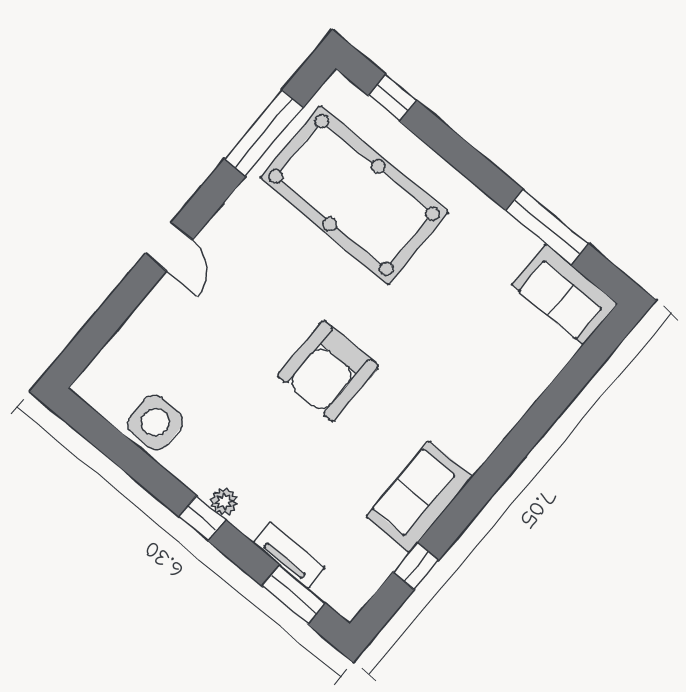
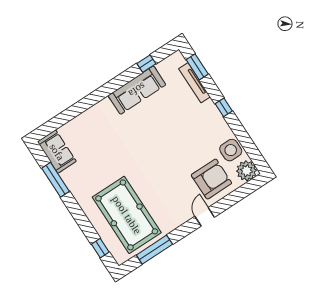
armchair: (328, 371) -> (211, 179), moved
sofa: (419, 497) -> (137, 90), width x1.36
plant: (224, 502) -> (247, 171), moved, width x1.88, depth x1.88
tv unit: (289, 555) -> (194, 83), width x1.41

